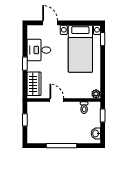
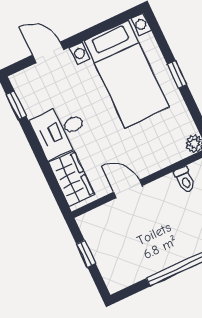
window: (103, 39) -> (177, 74), moved
desk: (39, 50) -> (60, 131), moved
window: (25, 64) -> (16, 105), moved

